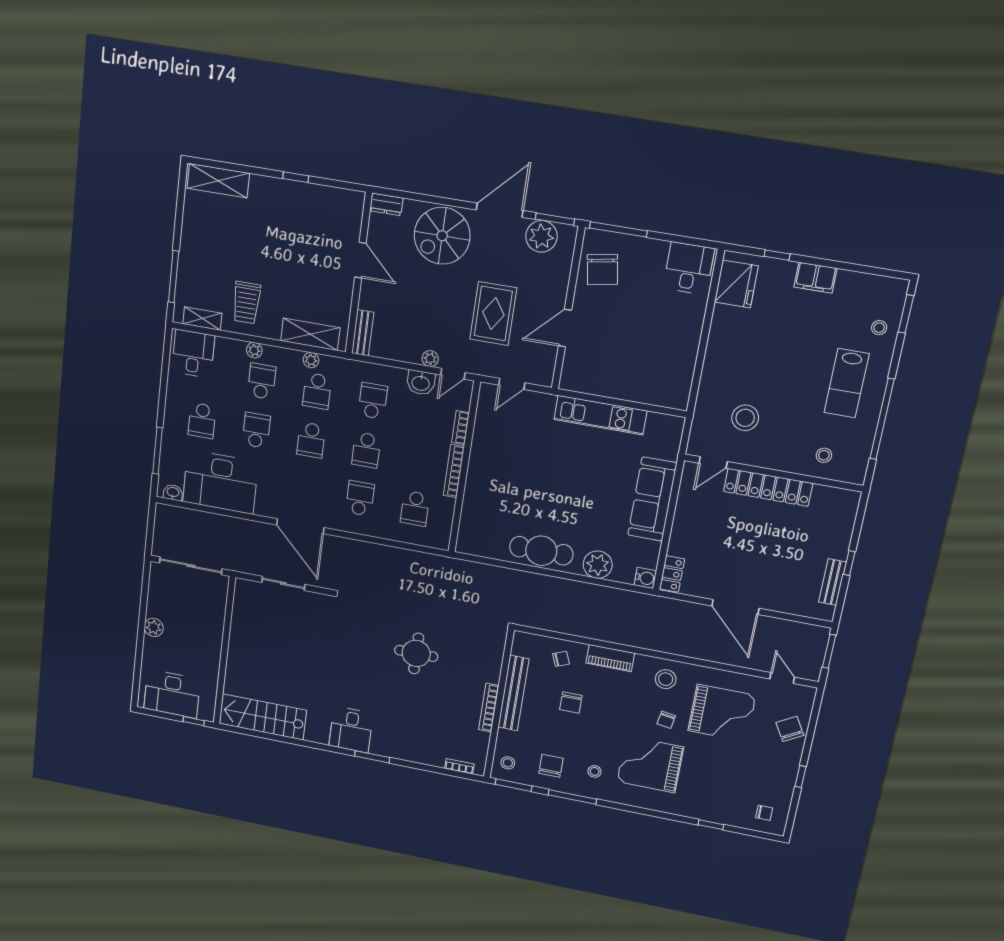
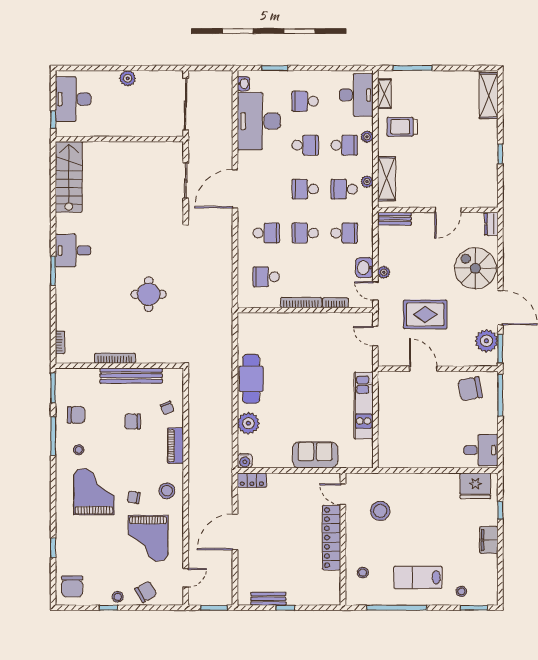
desk: (193, 354) -> (356, 95), width x1.37
window: (158, 451) -> (275, 68), width x0.69
sofa: (652, 499) -> (315, 455), width x0.73
stool: (508, 763) -> (118, 597), moved
chair: (764, 813) -> (72, 586), width x1.87, depth x1.87

